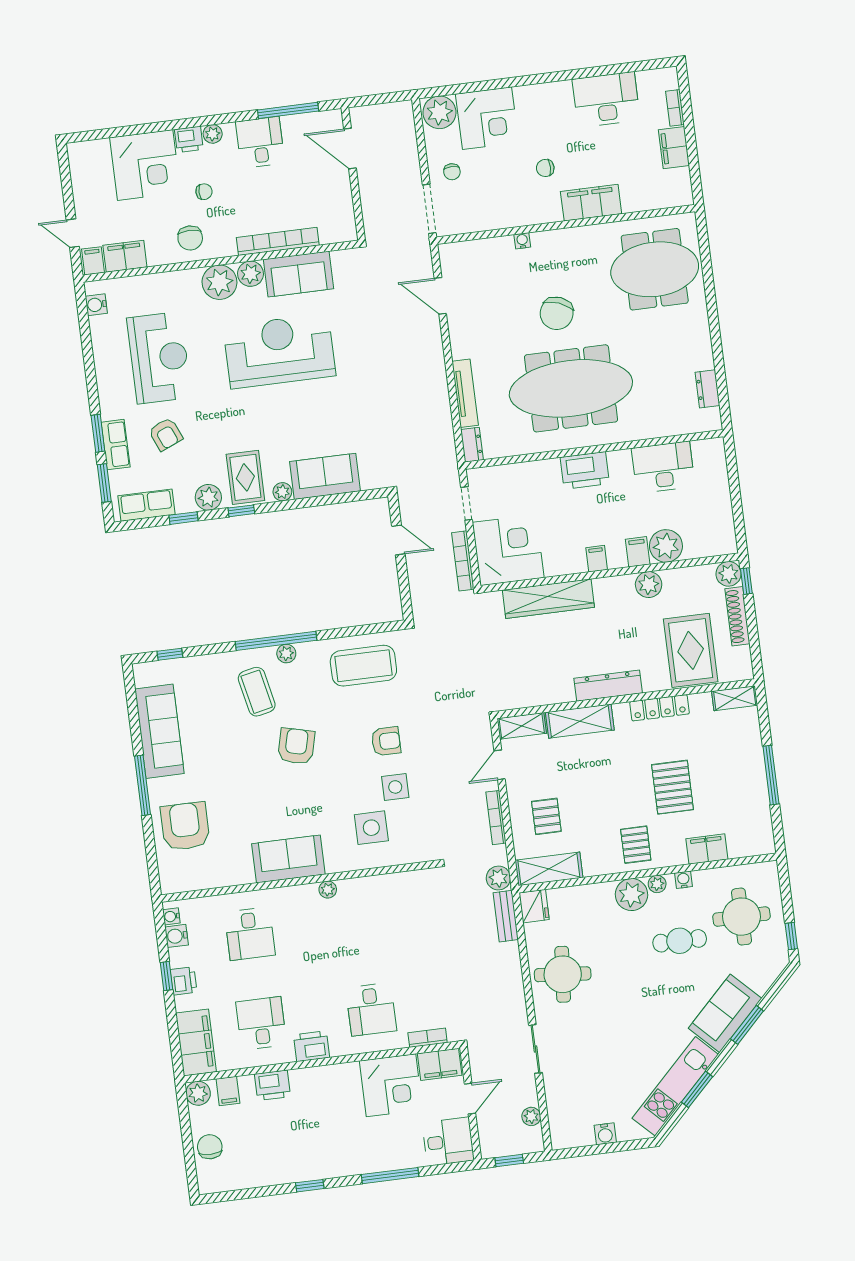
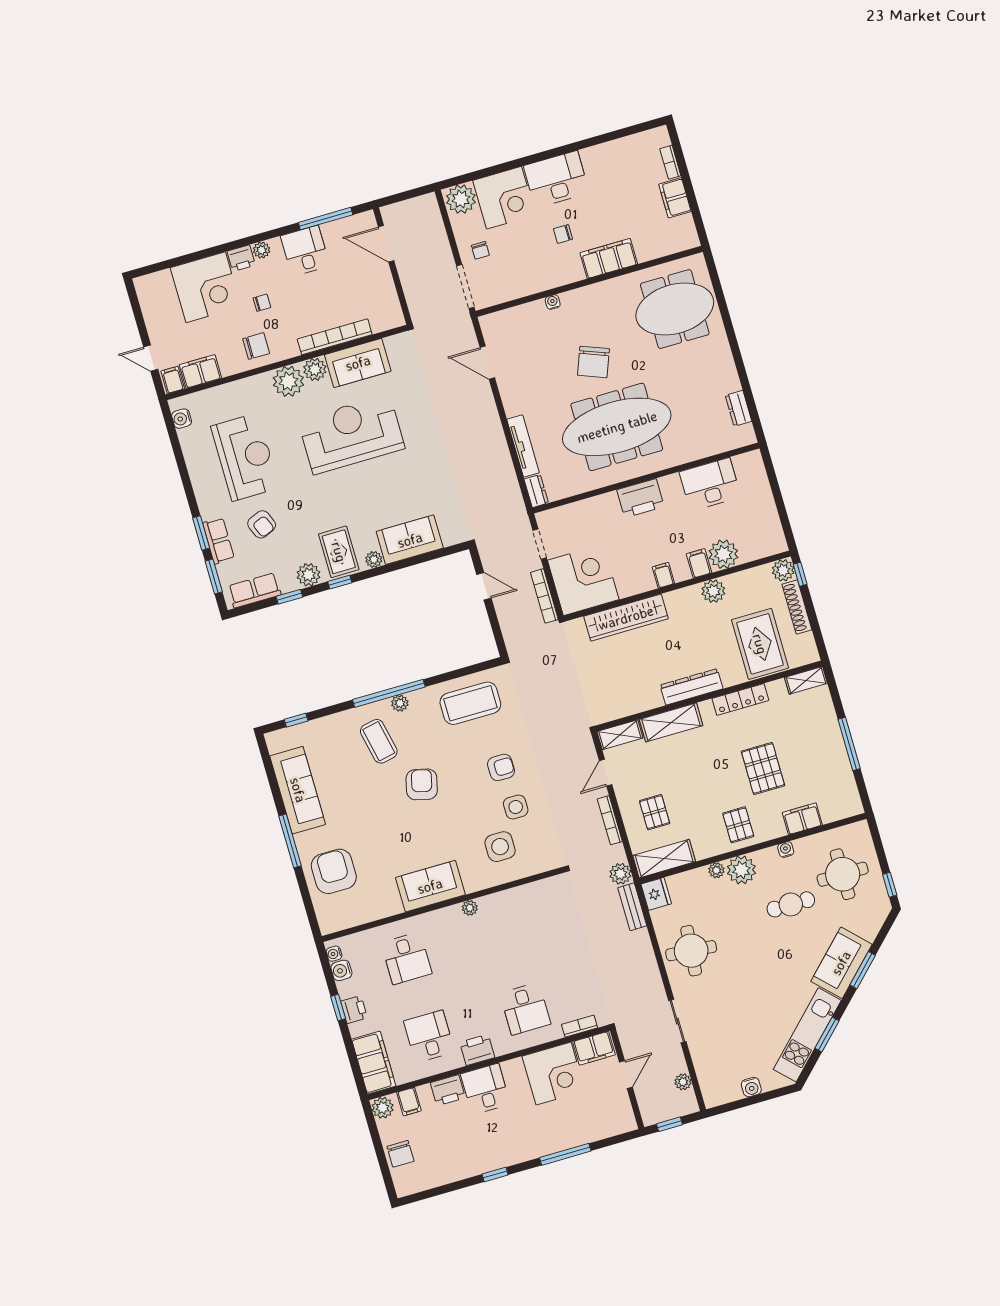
desk: (606, 100) -> (556, 179), moved
chair: (190, 238) -> (256, 346), turned -90
plant: (657, 884) -> (716, 870), moved
desk: (448, 1141) -> (485, 1089), moved, turned -90
chair: (210, 1147) -> (400, 1154), turned 180

